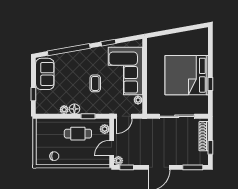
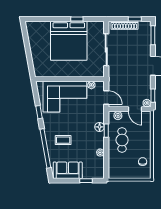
coffee table: (95, 83) -> (63, 140), moved
floor lamp: (74, 109) -> (100, 127), moved

